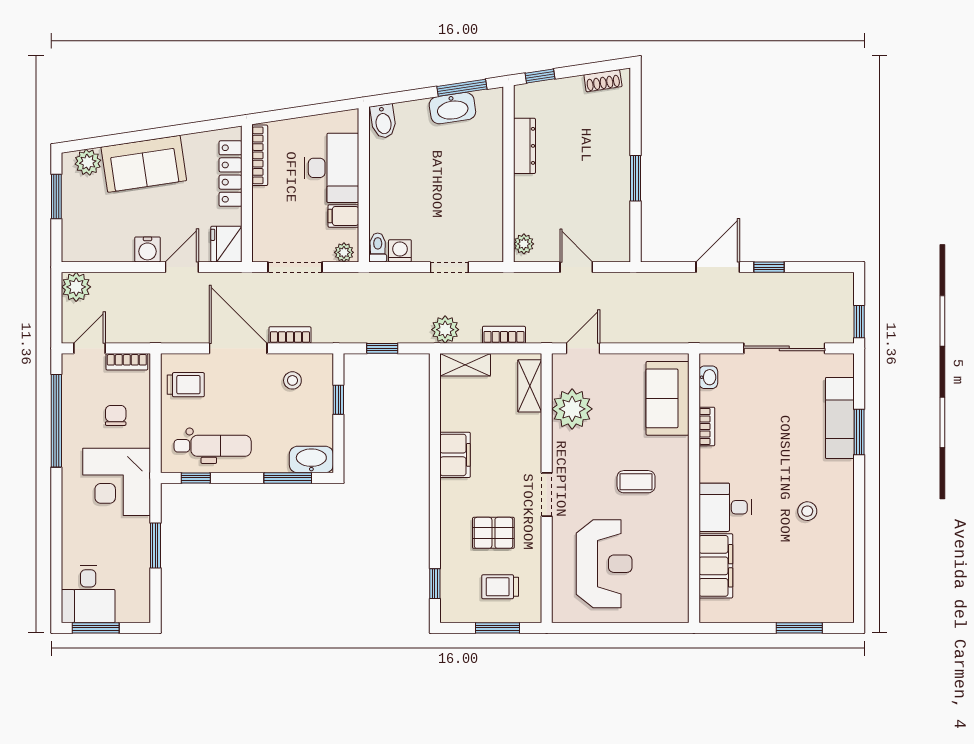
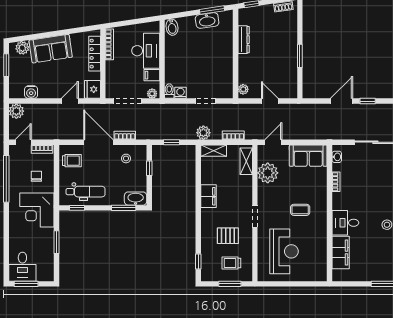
water cooler: (148, 249) -> (31, 92), moved
sofa: (668, 398) -> (308, 156), moved, turned -90

